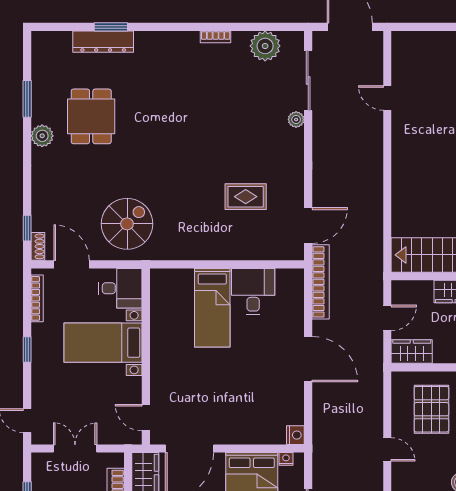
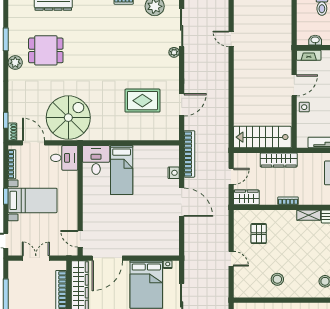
dining table: (91, 116) -> (46, 50), turned 90
rug: (246, 197) -> (142, 101), width x1.36, depth x1.43
spiral stairs: (127, 224) -> (68, 118), width x1.37, depth x1.37
door: (308, 226) -> (182, 105), moved
desk: (253, 292) -> (96, 160), moved
bed with nightstands: (103, 343) -> (33, 200), moved, turned 180
pallet: (431, 409) -> (259, 234), width x0.67, depth x0.71
nightstand: (295, 435) -> (174, 173), moved

